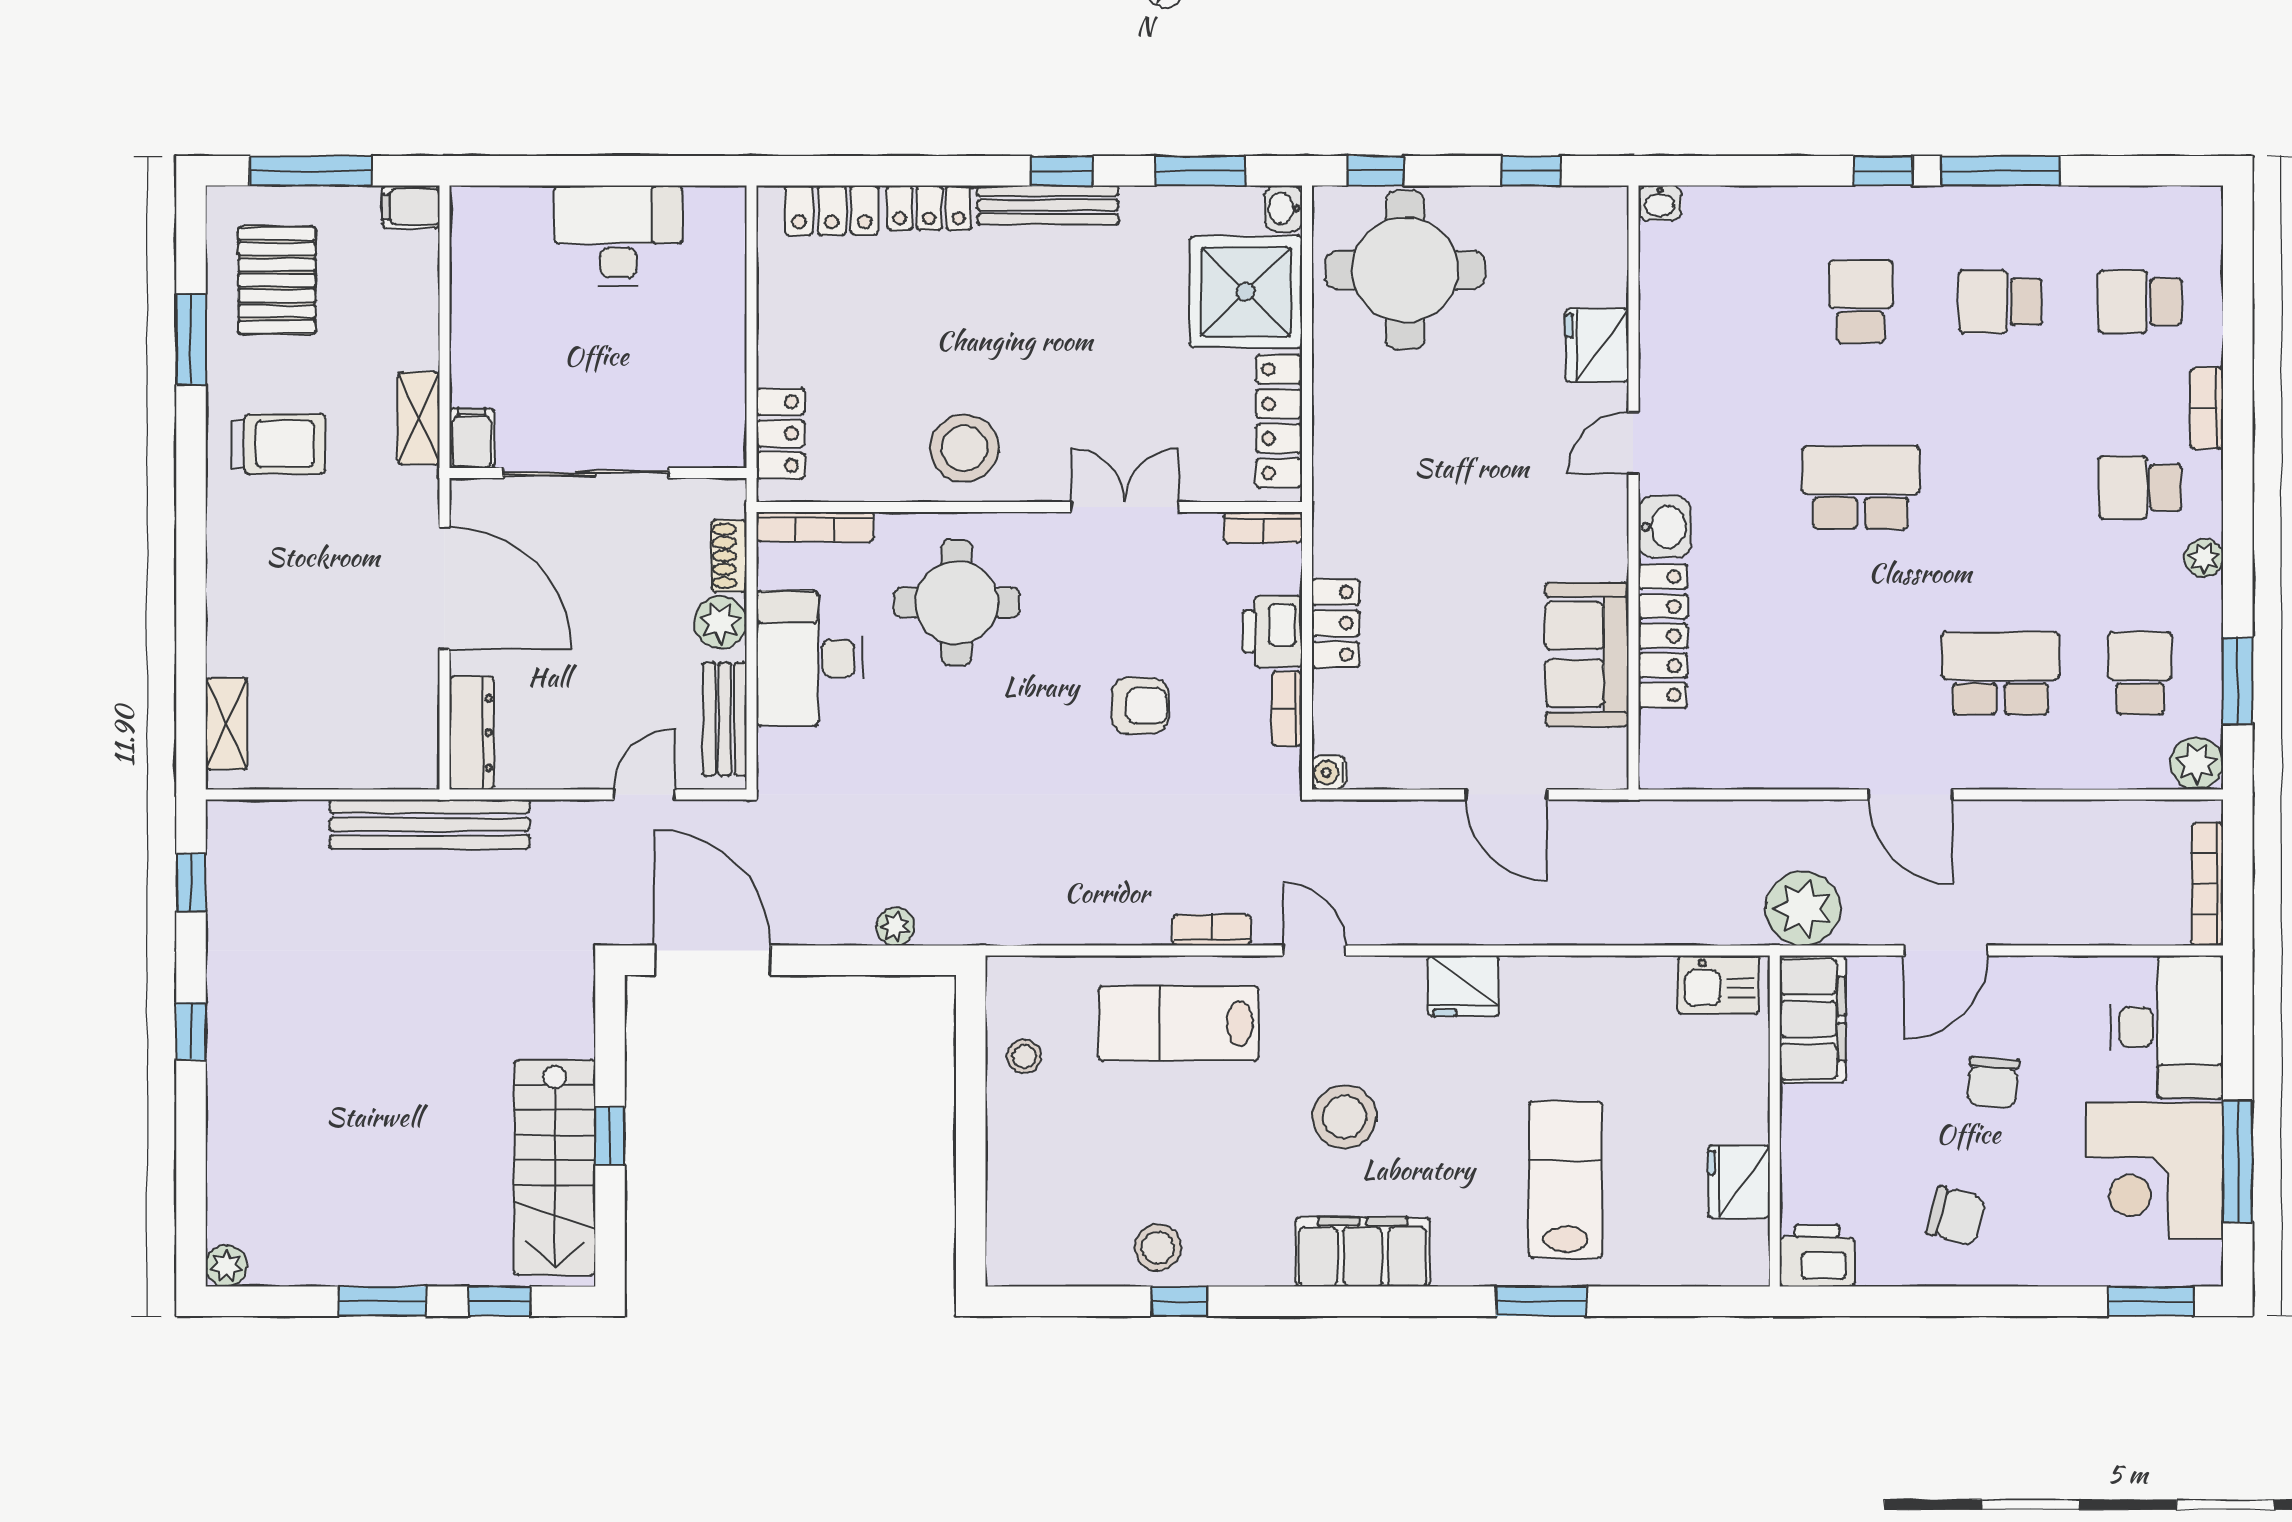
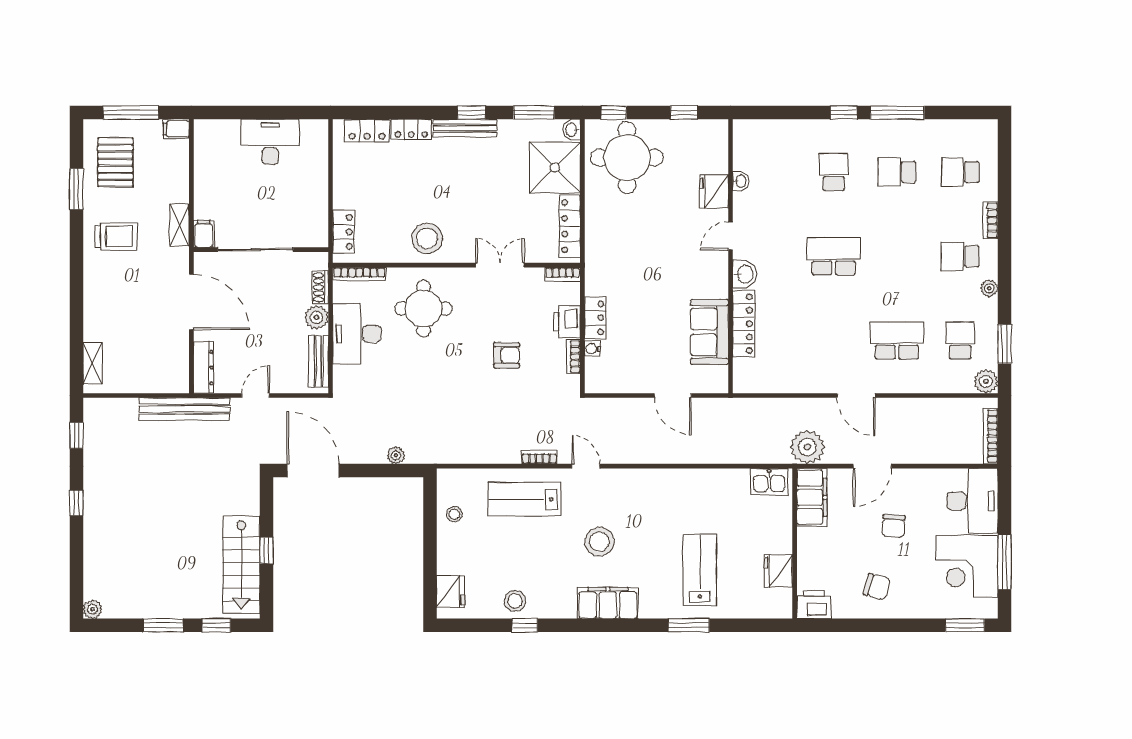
washbasin: (1660, 203) -> (741, 181), moved, turned -90
water cooler: (1329, 772) -> (592, 349), moved
door: (644, 795) -> (256, 395), moved
fridge: (1463, 986) -> (450, 592), moved, turned -90

